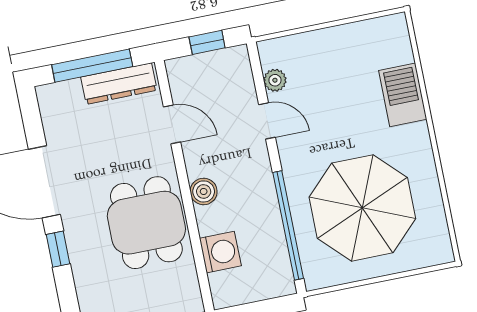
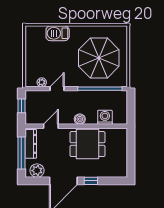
plant: (57, 112) -> (37, 171), added

